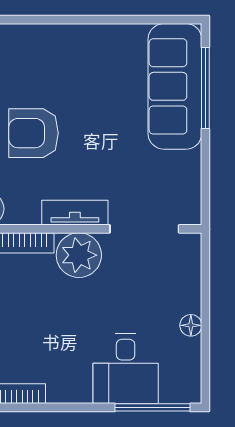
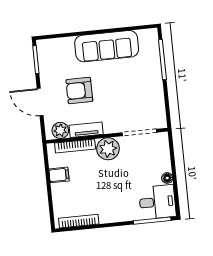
sofa: (175, 86) -> (107, 46), moved, turned -90
tv unit: (75, 213) -> (86, 130), moved
desk: (126, 369) -> (157, 202), moved, turned -90

